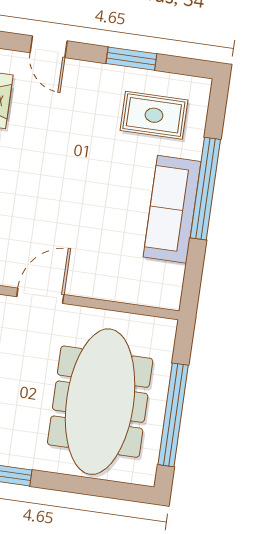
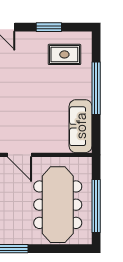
sofa: (172, 209) -> (81, 126), moved
door: (40, 296) -> (20, 155), swing flipped

